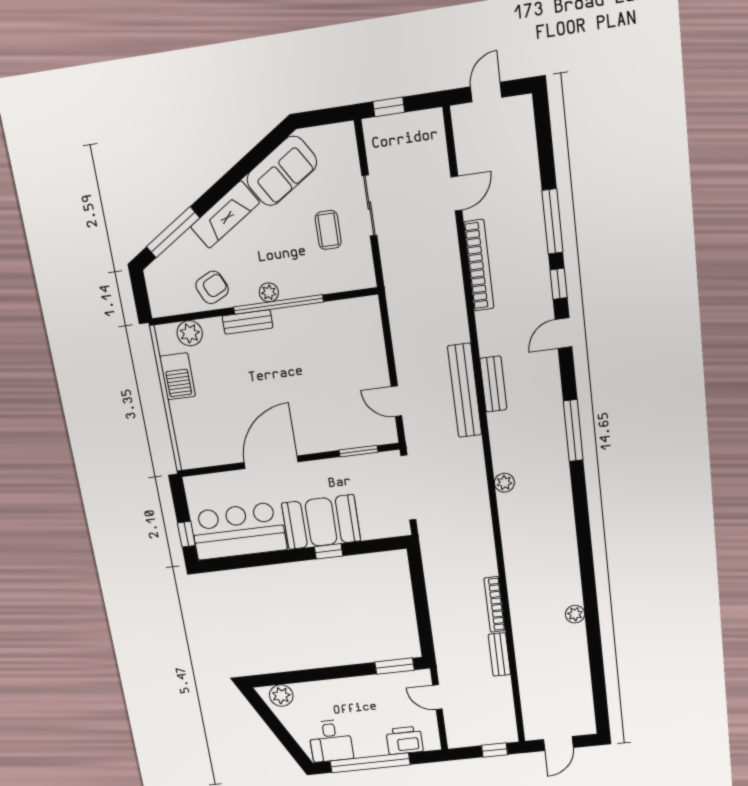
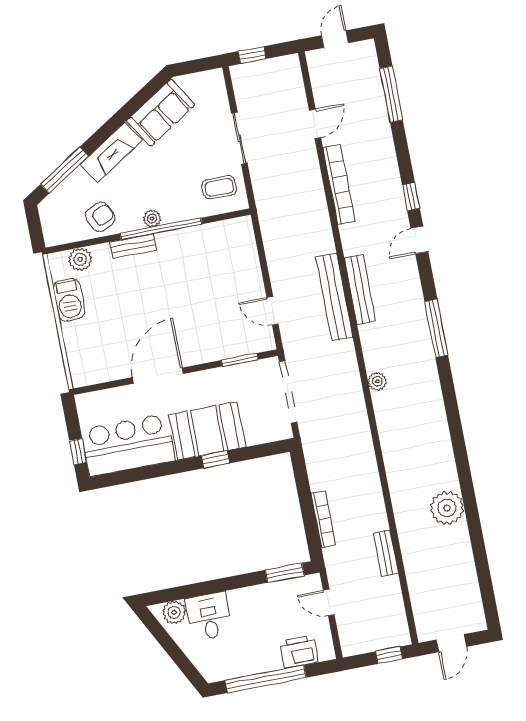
window: (552, 222) -> (391, 94), moved
coffee table: (328, 230) -> (219, 187), moved, turned 90
bench: (493, 384) -> (360, 290), width x1.36
bookcase: (495, 604) -> (323, 519), moved, turned 180
plant: (575, 614) -> (447, 508), width x1.88, depth x1.88
desk: (331, 741) -> (209, 616), moved, turned 180

